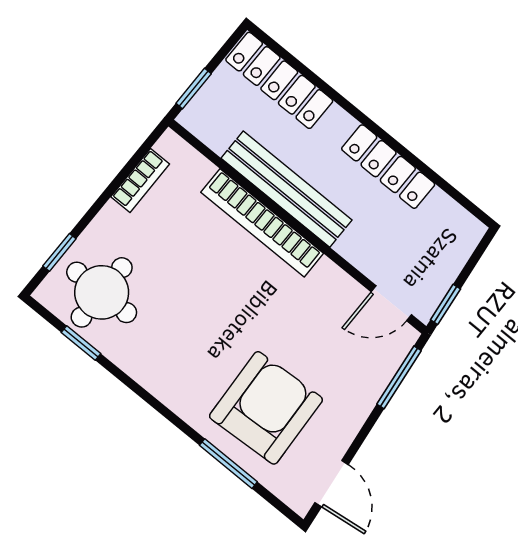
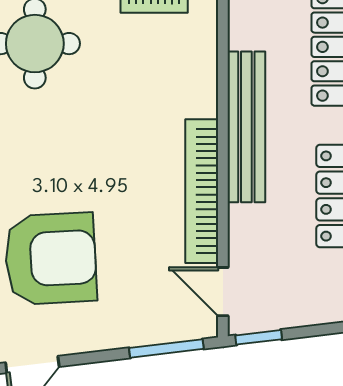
bookcase: (262, 223) -> (202, 191), moved

